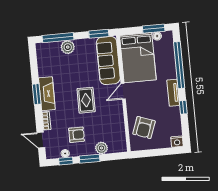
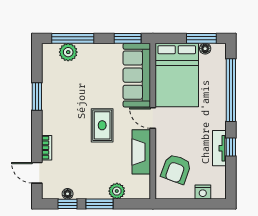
plant: (68, 47) -> (68, 52), moved
door: (123, 91) -> (153, 118), hinge flipped
tv unit: (173, 93) -> (219, 148), moved
window: (37, 94) -> (37, 97), moved
fireplace: (47, 94) -> (141, 152), moved, turned 180
armchair: (76, 135) -> (85, 170), removed
nightstand: (177, 142) -> (203, 192), moved

